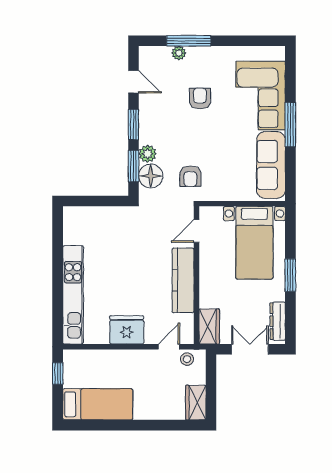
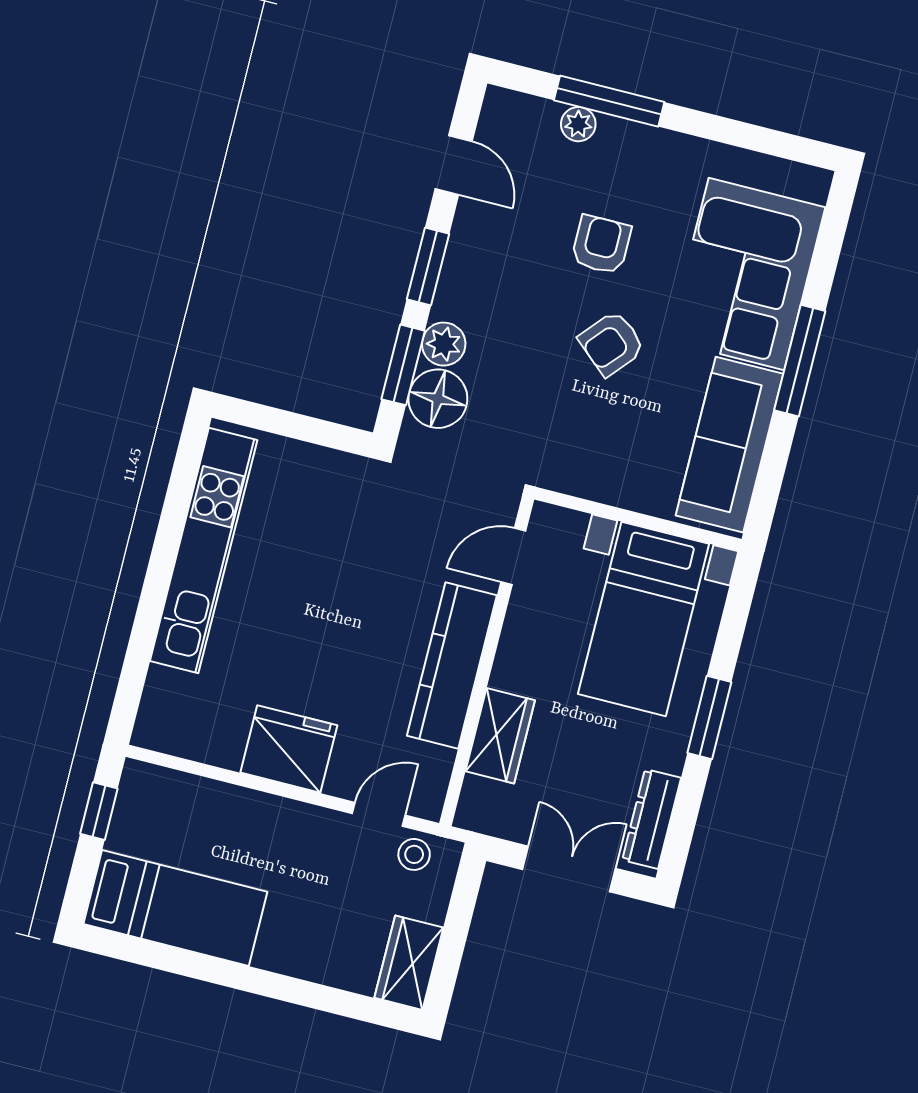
armchair: (190, 176) -> (612, 343), moved, turned 41
kitchen unit: (73, 295) -> (204, 551), moved
wardrobe: (209, 327) -> (500, 736), moved

